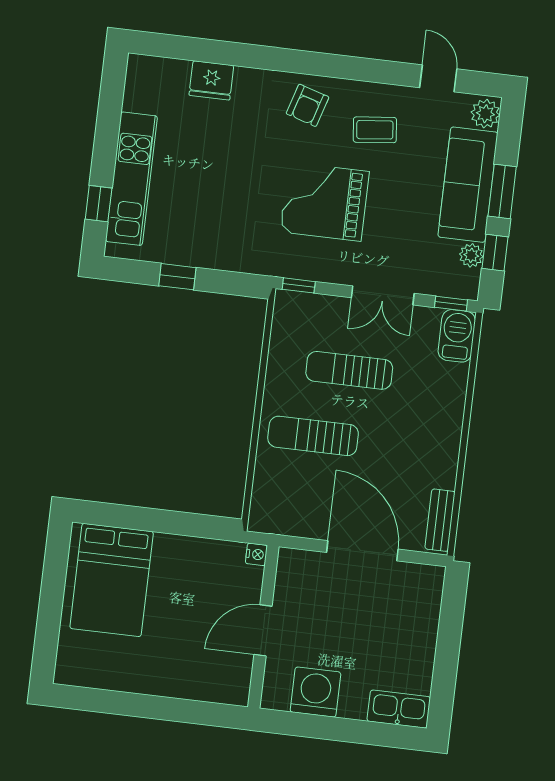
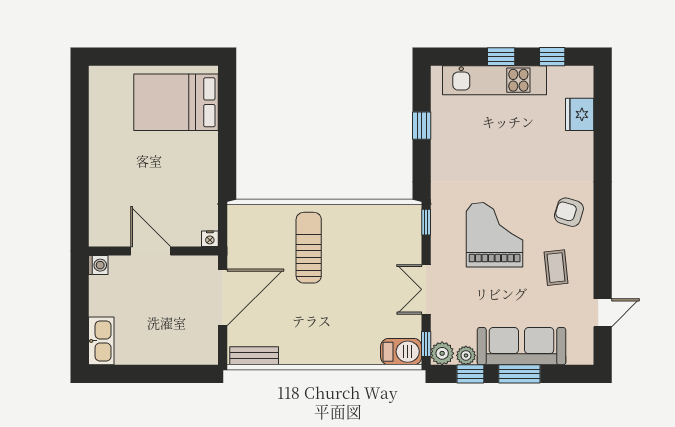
fridge: (211, 80) -> (580, 114), moved
window: (111, 103) -> (552, 57), added
plant: (485, 114) -> (442, 353), moved
window: (99, 204) -> (501, 57), moved
sun lounger: (349, 370) -> (364, 270), removed
nightstand: (256, 554) -> (210, 239), moved
wall: (263, 627) -> (153, 251), moved
door: (263, 630) -> (151, 251), moved
washing machine: (315, 692) -> (98, 265), width x0.53, depth x0.53

